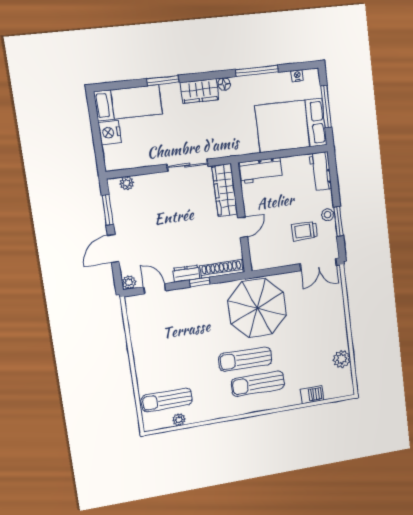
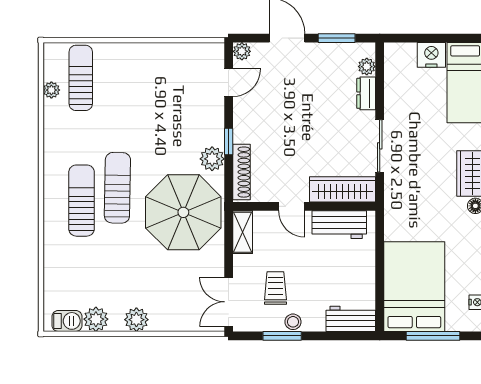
workbench: (261, 171) -> (339, 225), moved, turned -90
shelving: (266, 262) -> (243, 232), added
dresser: (187, 274) -> (366, 93), moved, turned 180
plant: (214, 293) -> (212, 159), added
plant: (339, 330) -> (136, 320), added
barbecue: (312, 395) -> (67, 321), moved, turned -90

